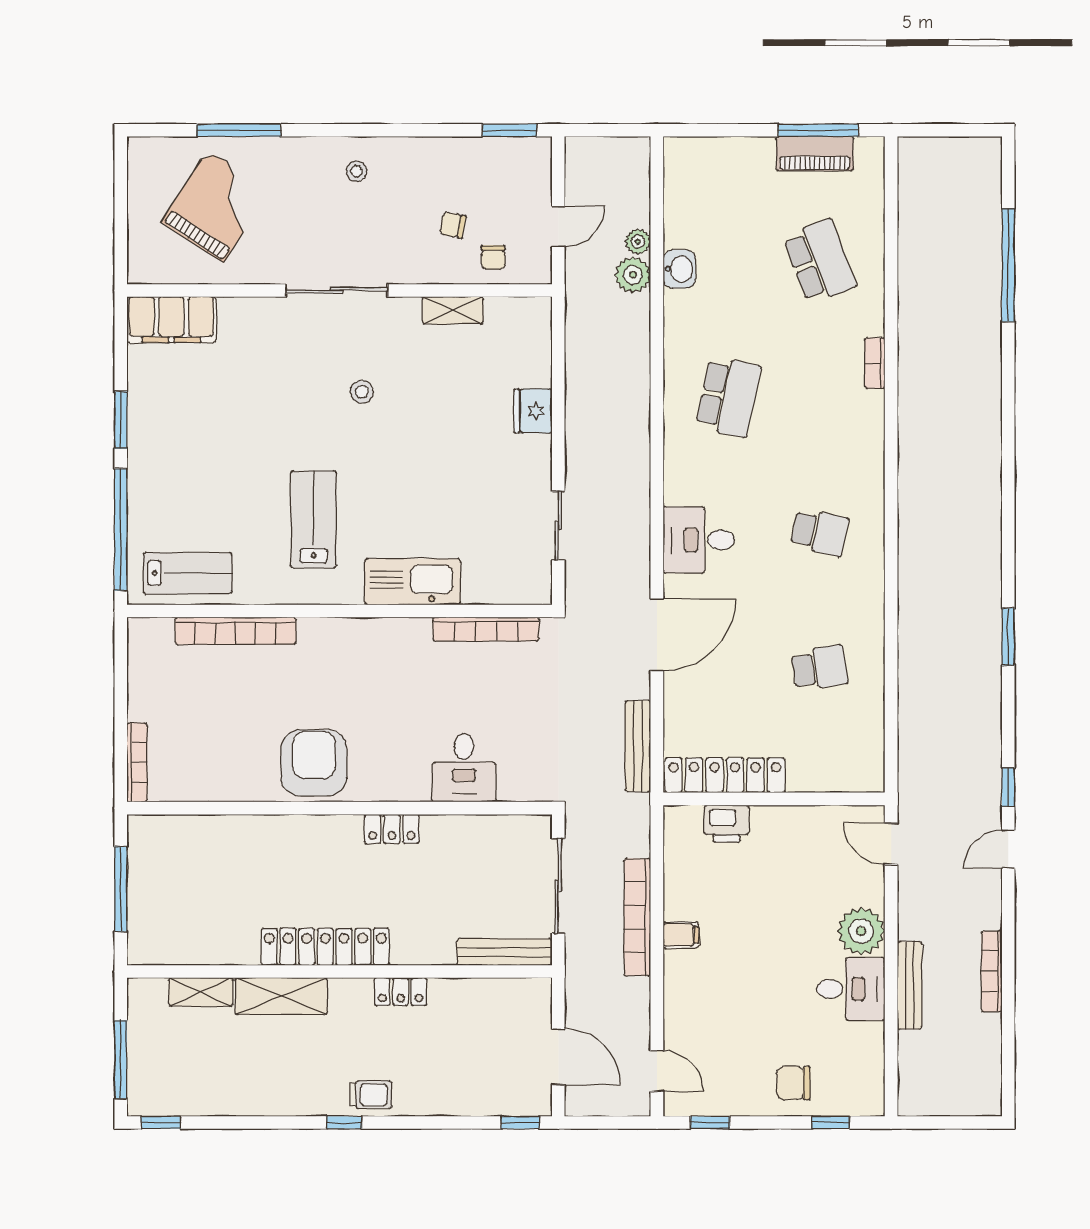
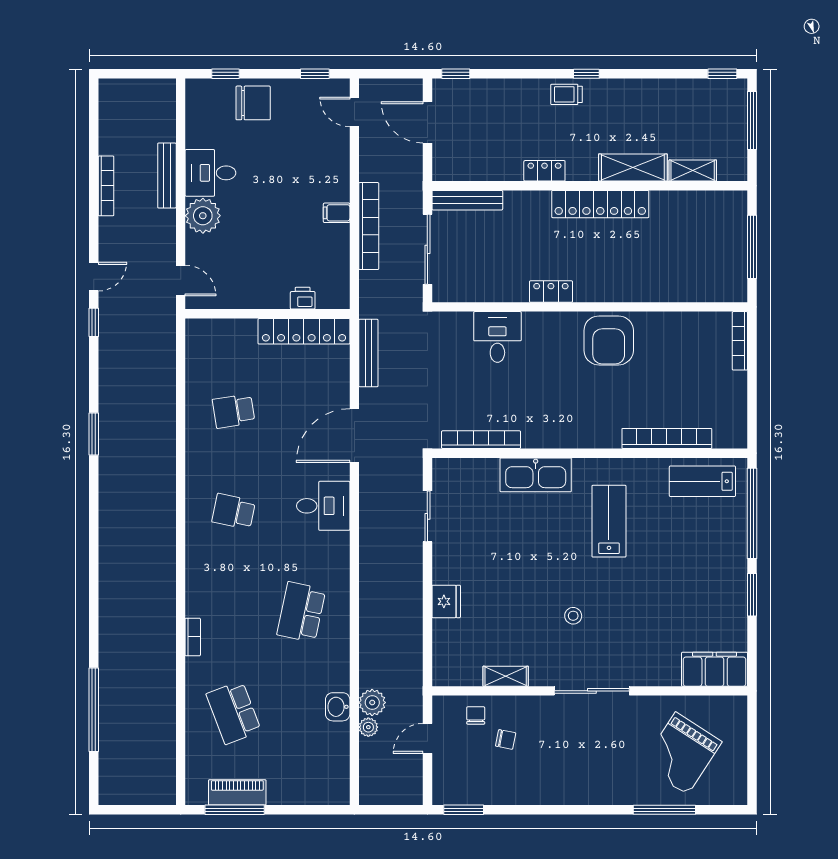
stool: (357, 171) -> (577, 779), removed
lab bench: (314, 519) -> (609, 521), turned 180
printer: (727, 824) -> (303, 298), width x0.73, depth x0.81
chair: (793, 1083) -> (253, 103), width x1.37, depth x1.37

